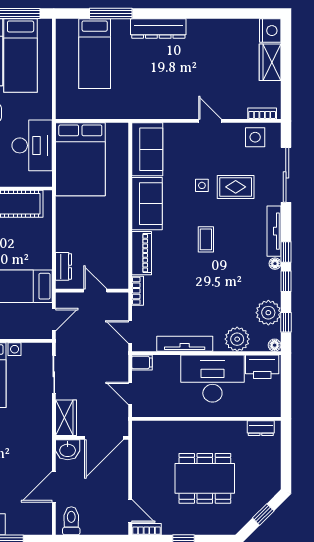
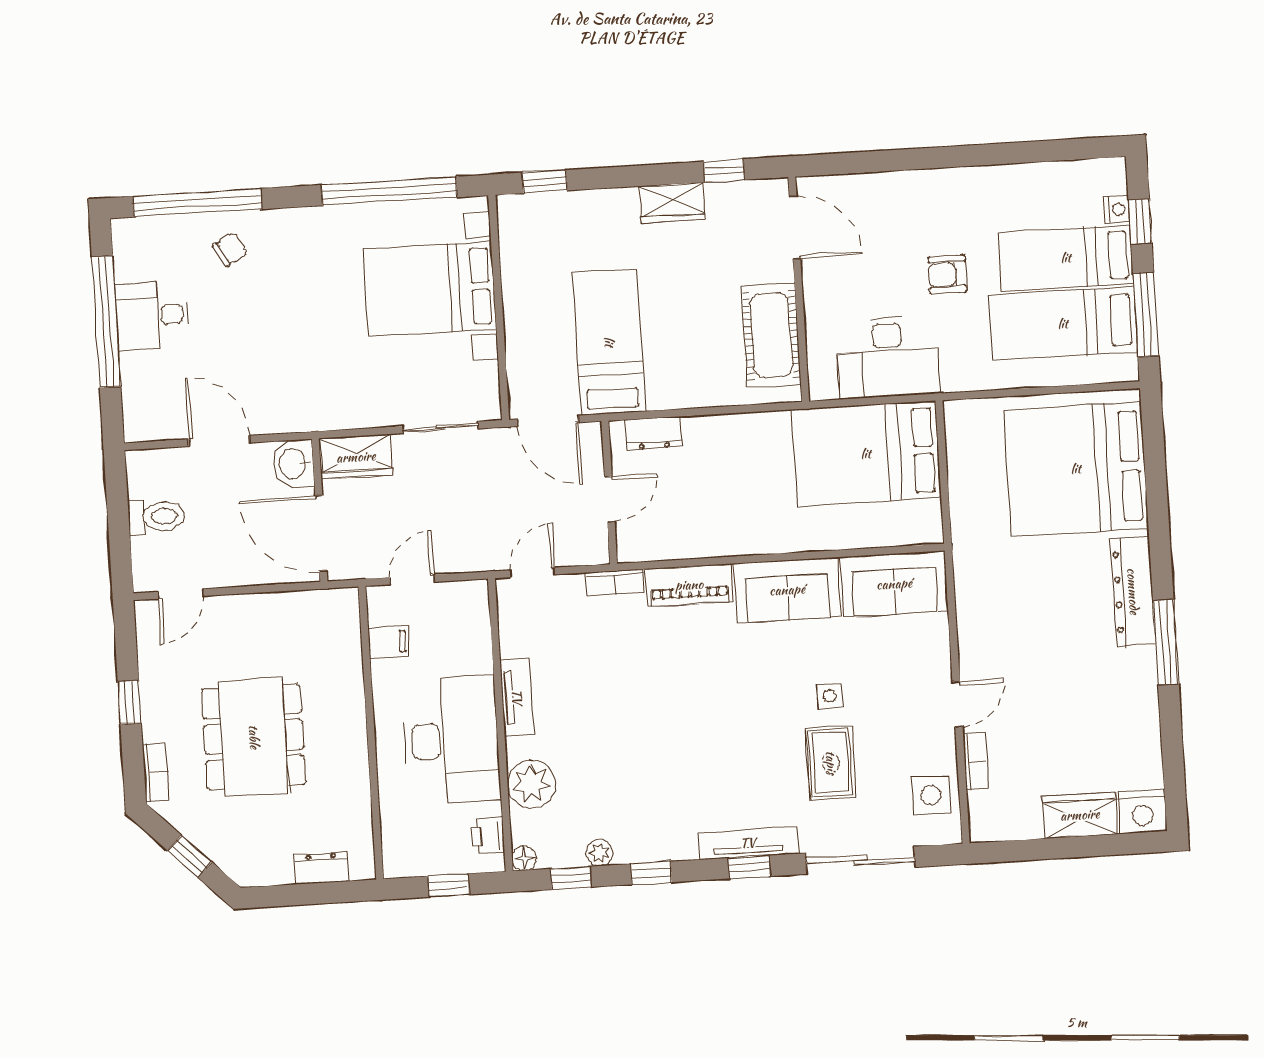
window: (111, 14) -> (1166, 642), moved
bed: (95, 54) -> (1076, 469), width x2.04
bookcase: (262, 114) -> (976, 761), moved
coffee table: (206, 239) -> (724, 710), removed
window: (286, 252) -> (749, 867), moved
floor lamp: (275, 264) -> (685, 849), removed
plant: (268, 313) -> (599, 853), width x0.53, depth x0.53
door: (54, 320) -> (548, 421), width x1.38
tv unit: (185, 344) -> (517, 697), width x0.71
filing cabinet: (142, 362) -> (389, 642), moved, turned -90
printer: (262, 367) -> (488, 836), width x0.53, depth x0.68
window: (286, 384) -> (448, 885), added
dresser: (261, 428) -> (321, 868), moved, turned 90
toilet: (71, 521) -> (156, 517), moved
bookcase: (146, 529) -> (156, 772), moved

